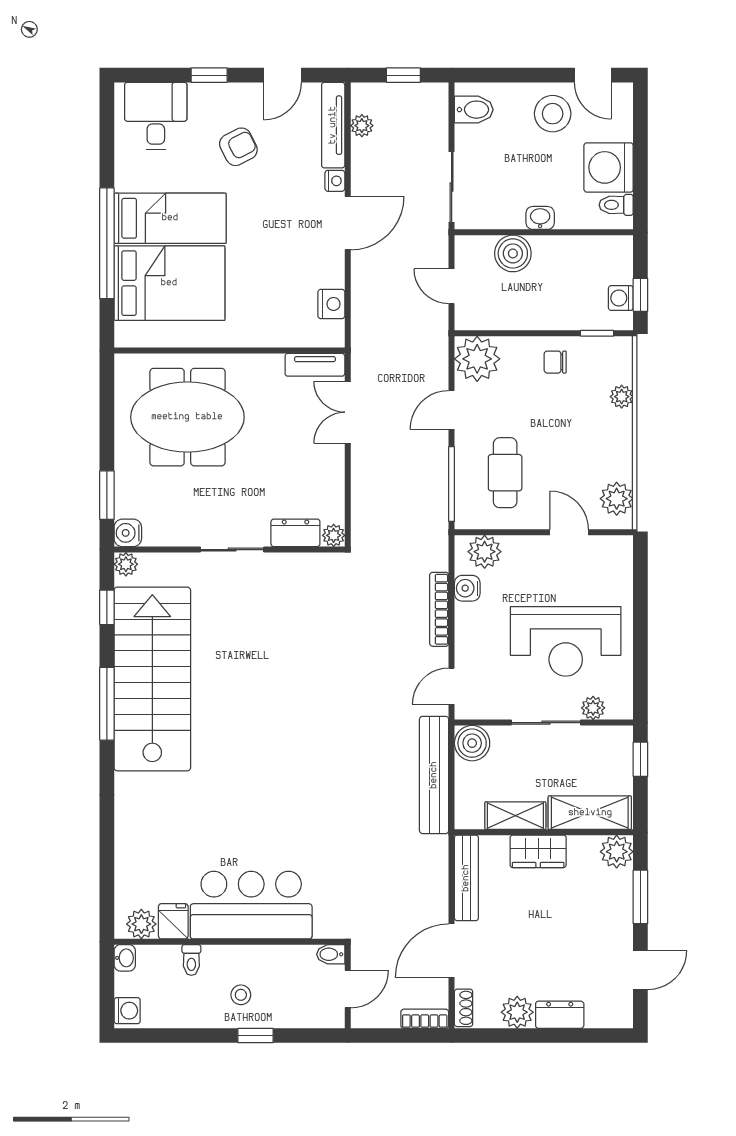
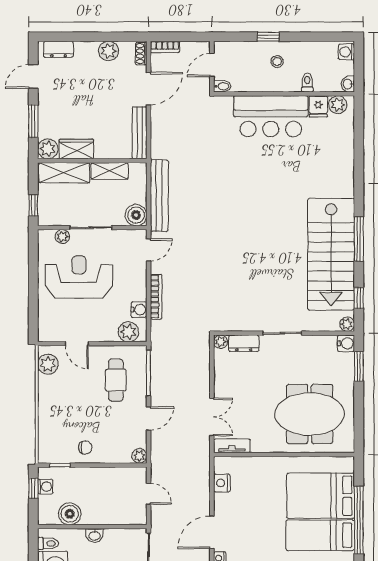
boiler: (513, 253) -> (70, 514), moved
plant: (477, 359) -> (139, 456), width x0.53, depth x0.53
plant: (622, 397) -> (45, 426), removed
wardrobe: (538, 851) -> (76, 149), moved
dresser: (560, 1015) -> (59, 49), moved

